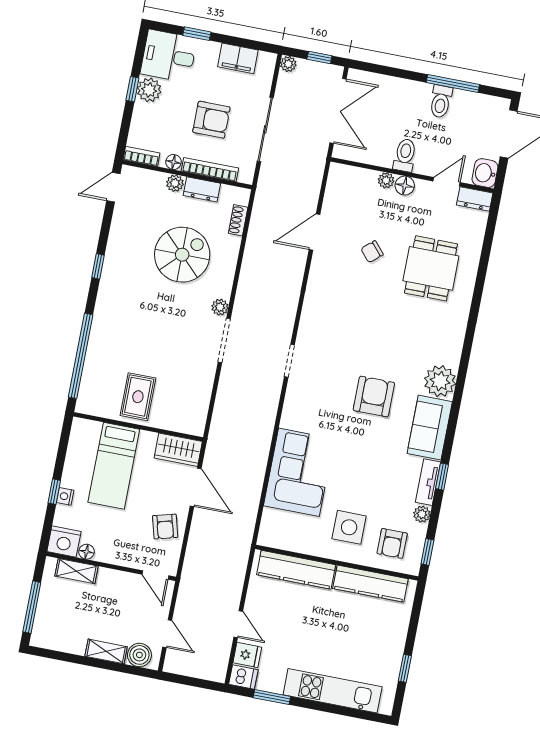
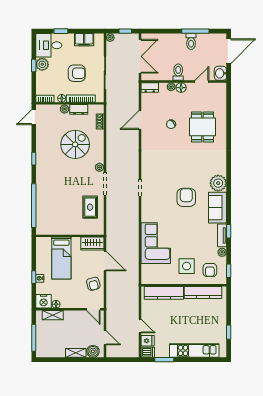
dresser: (475, 199) -> (150, 87), moved
rug: (138, 397) -> (90, 207), moved

